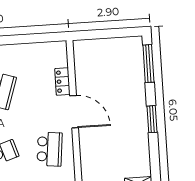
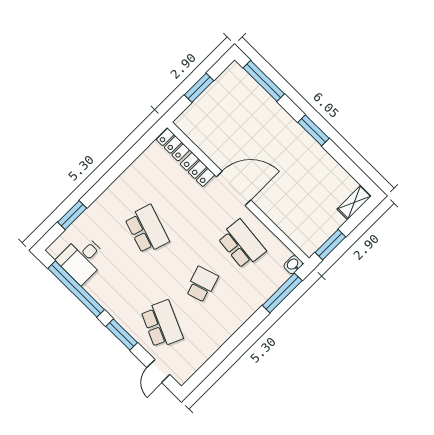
window: (106, 34) -> (199, 88), added
locker: (61, 54) -> (173, 145), added

